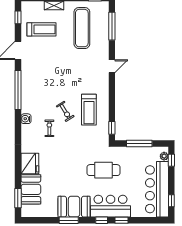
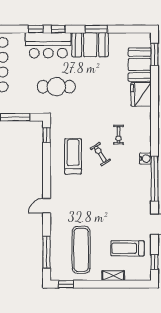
water cooler: (26, 119) -> (145, 159), moved

